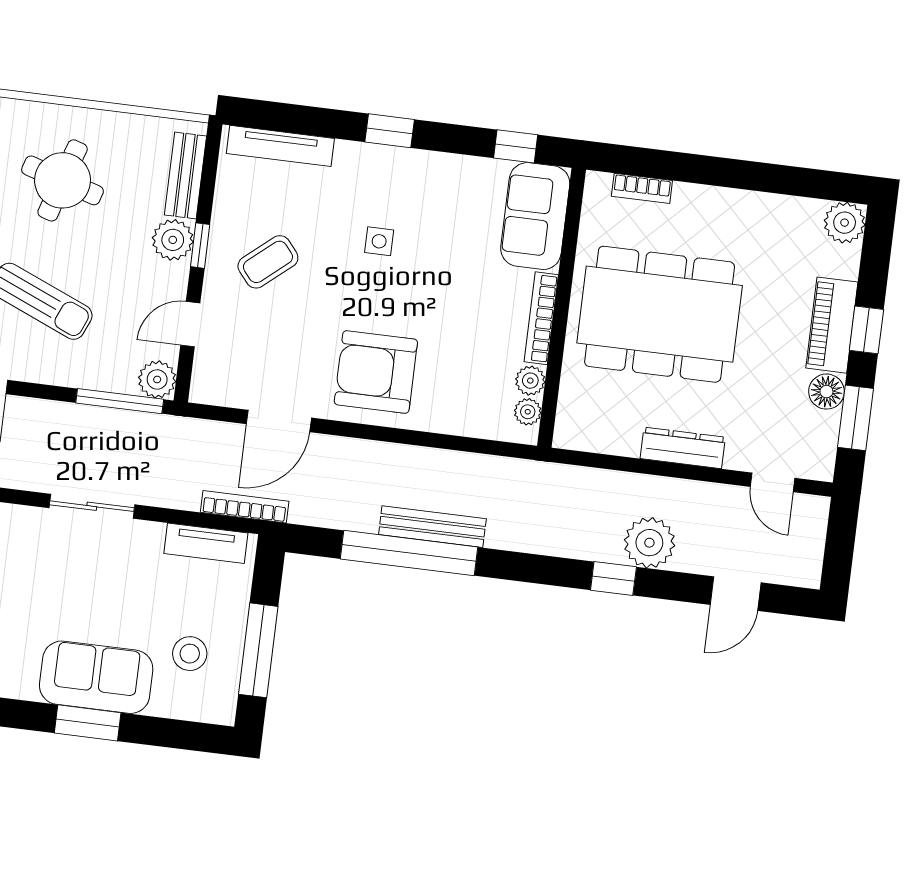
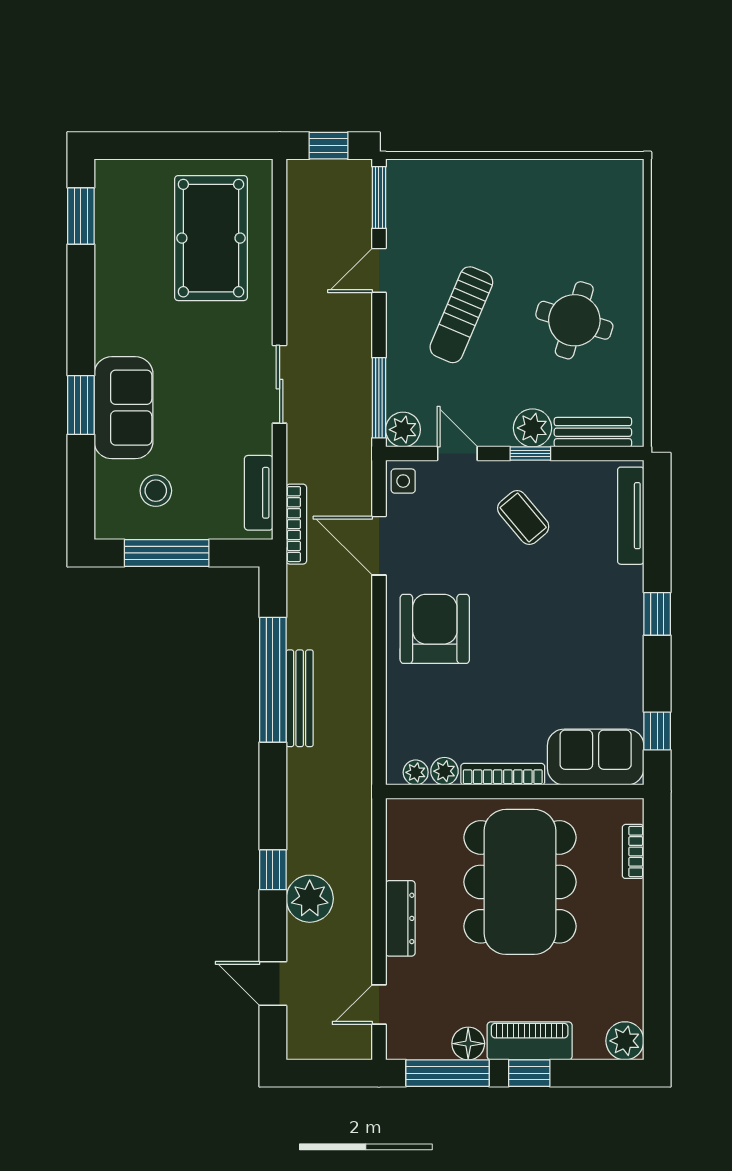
side table: (379, 241) -> (403, 481), moved
window: (856, 418) -> (447, 1073), width x1.44

